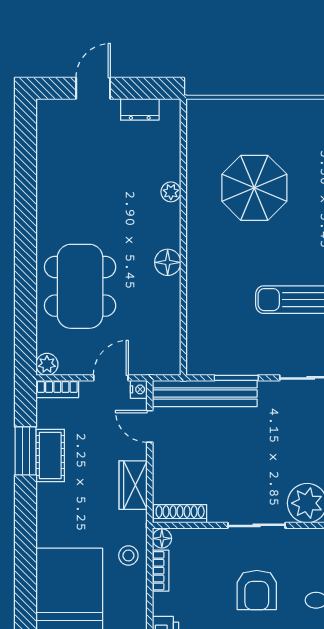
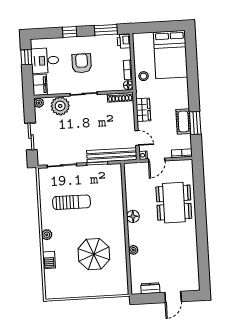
plant: (47, 364) -> (187, 165), removed

